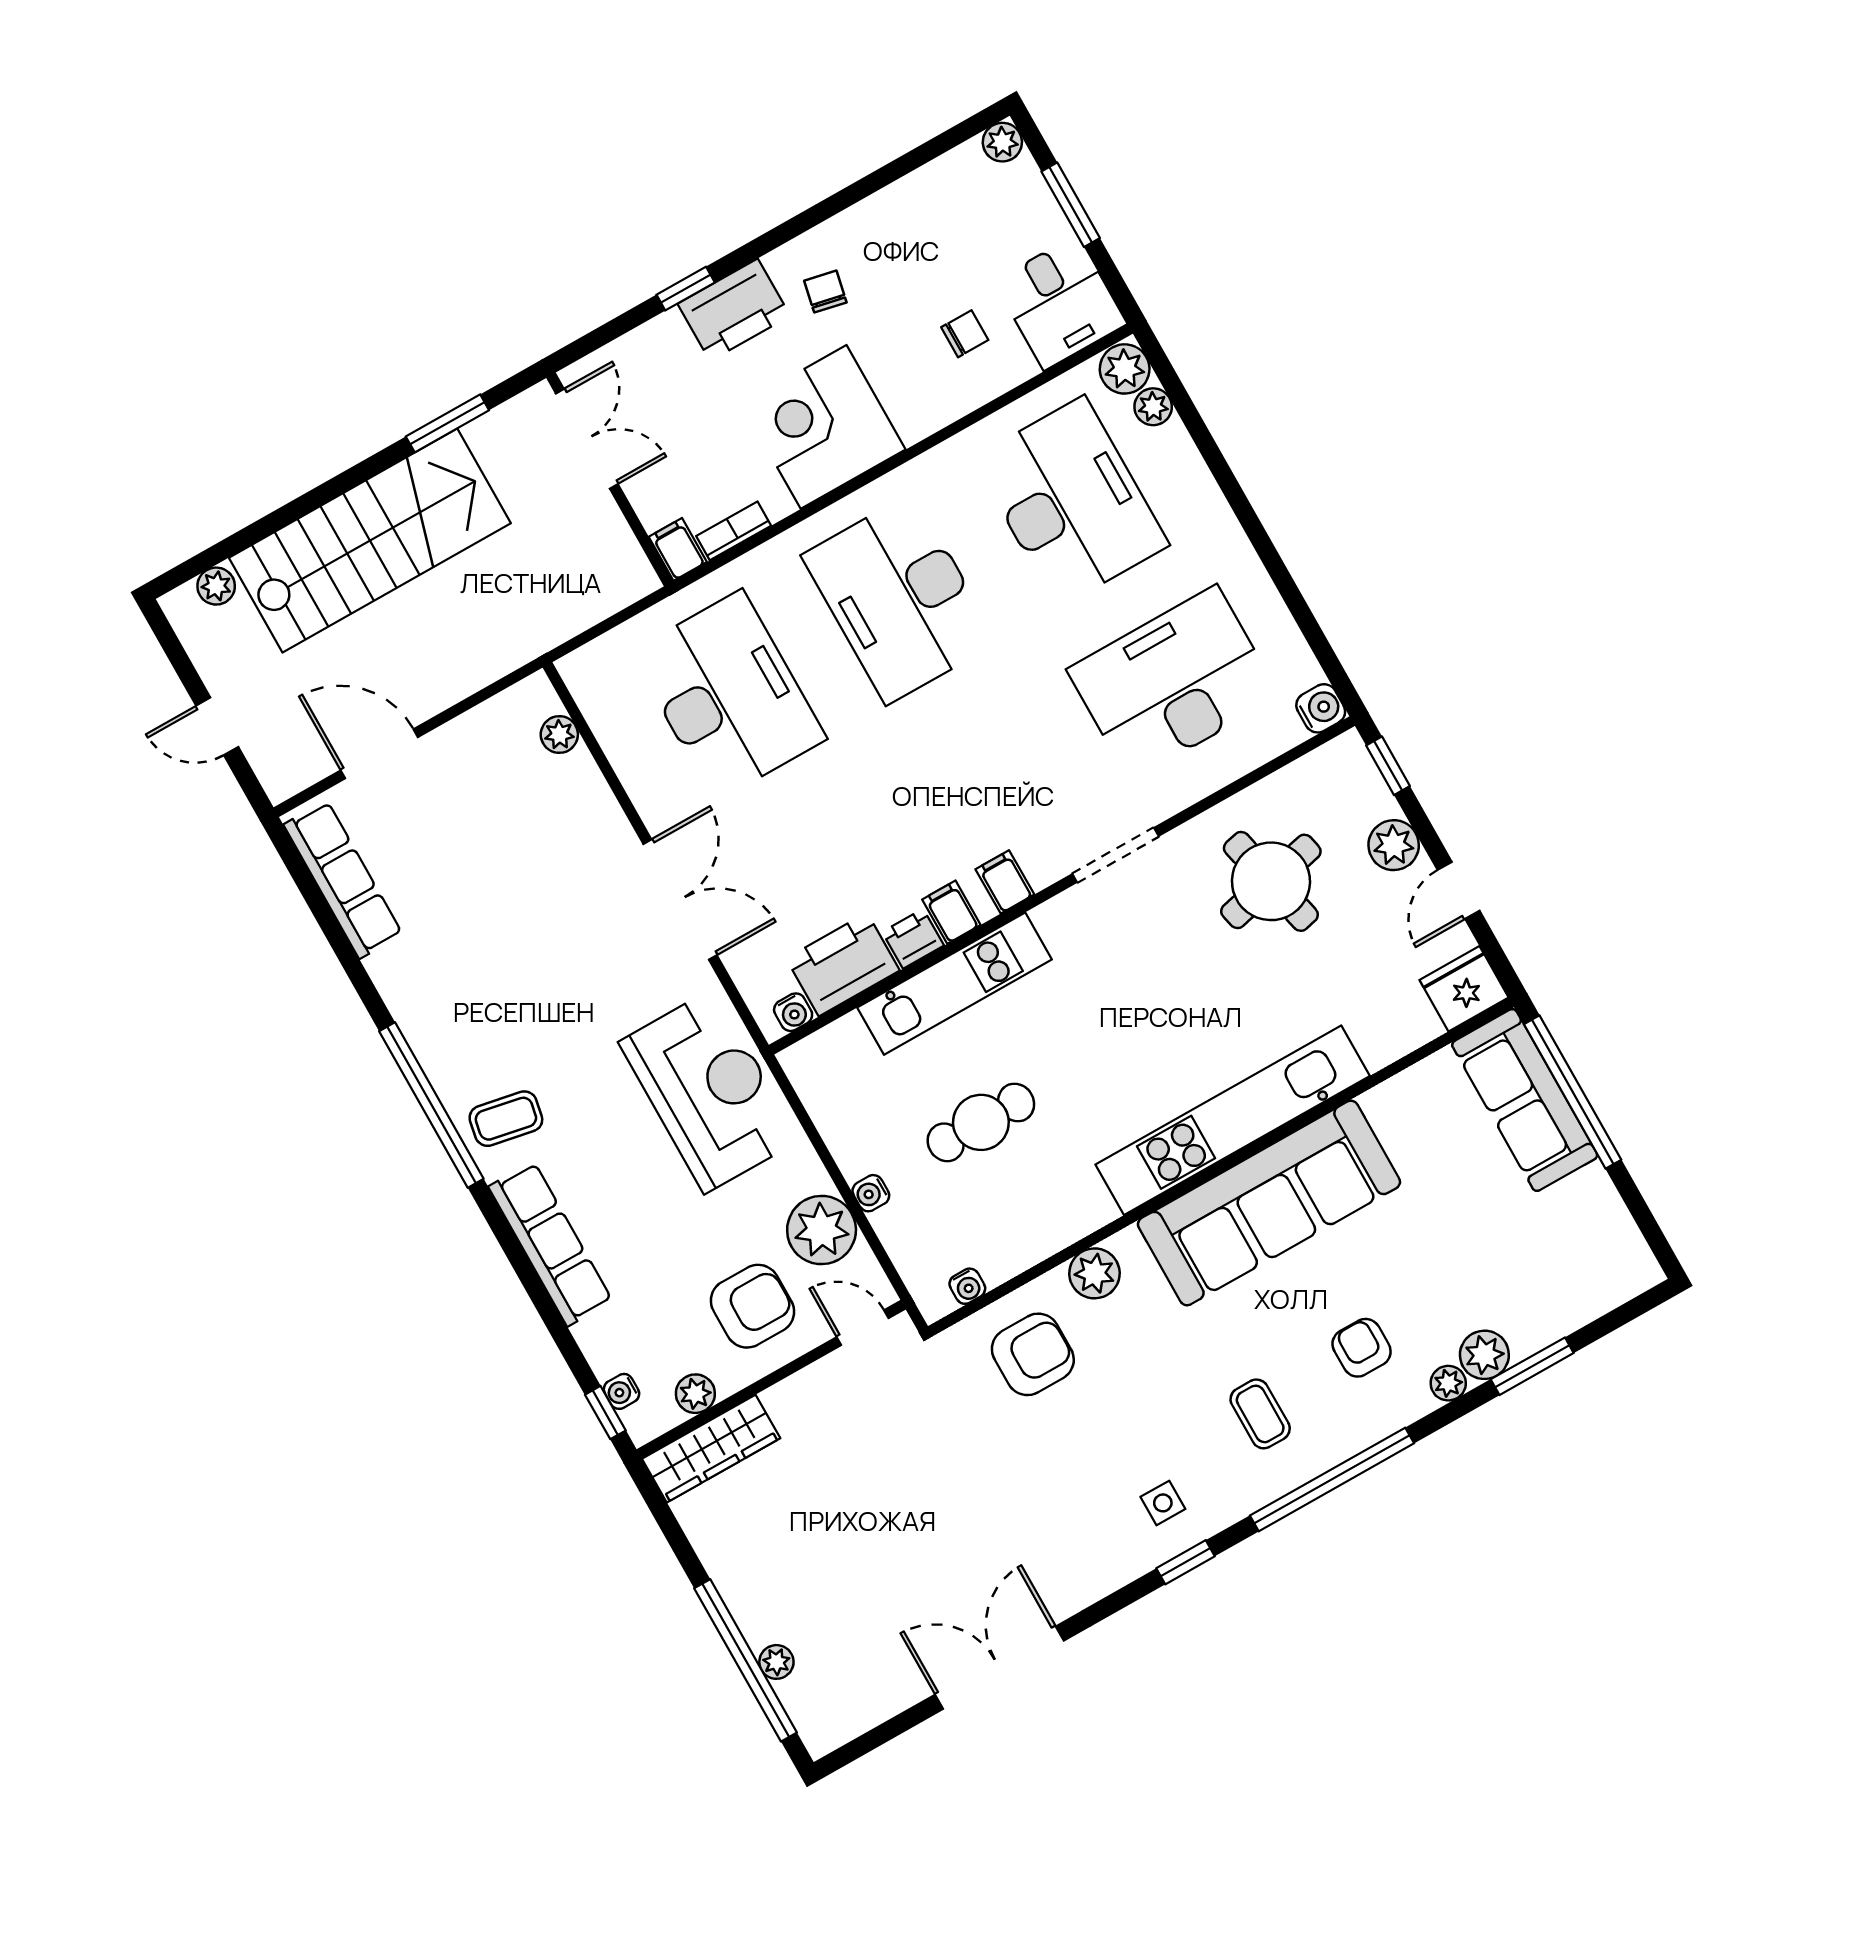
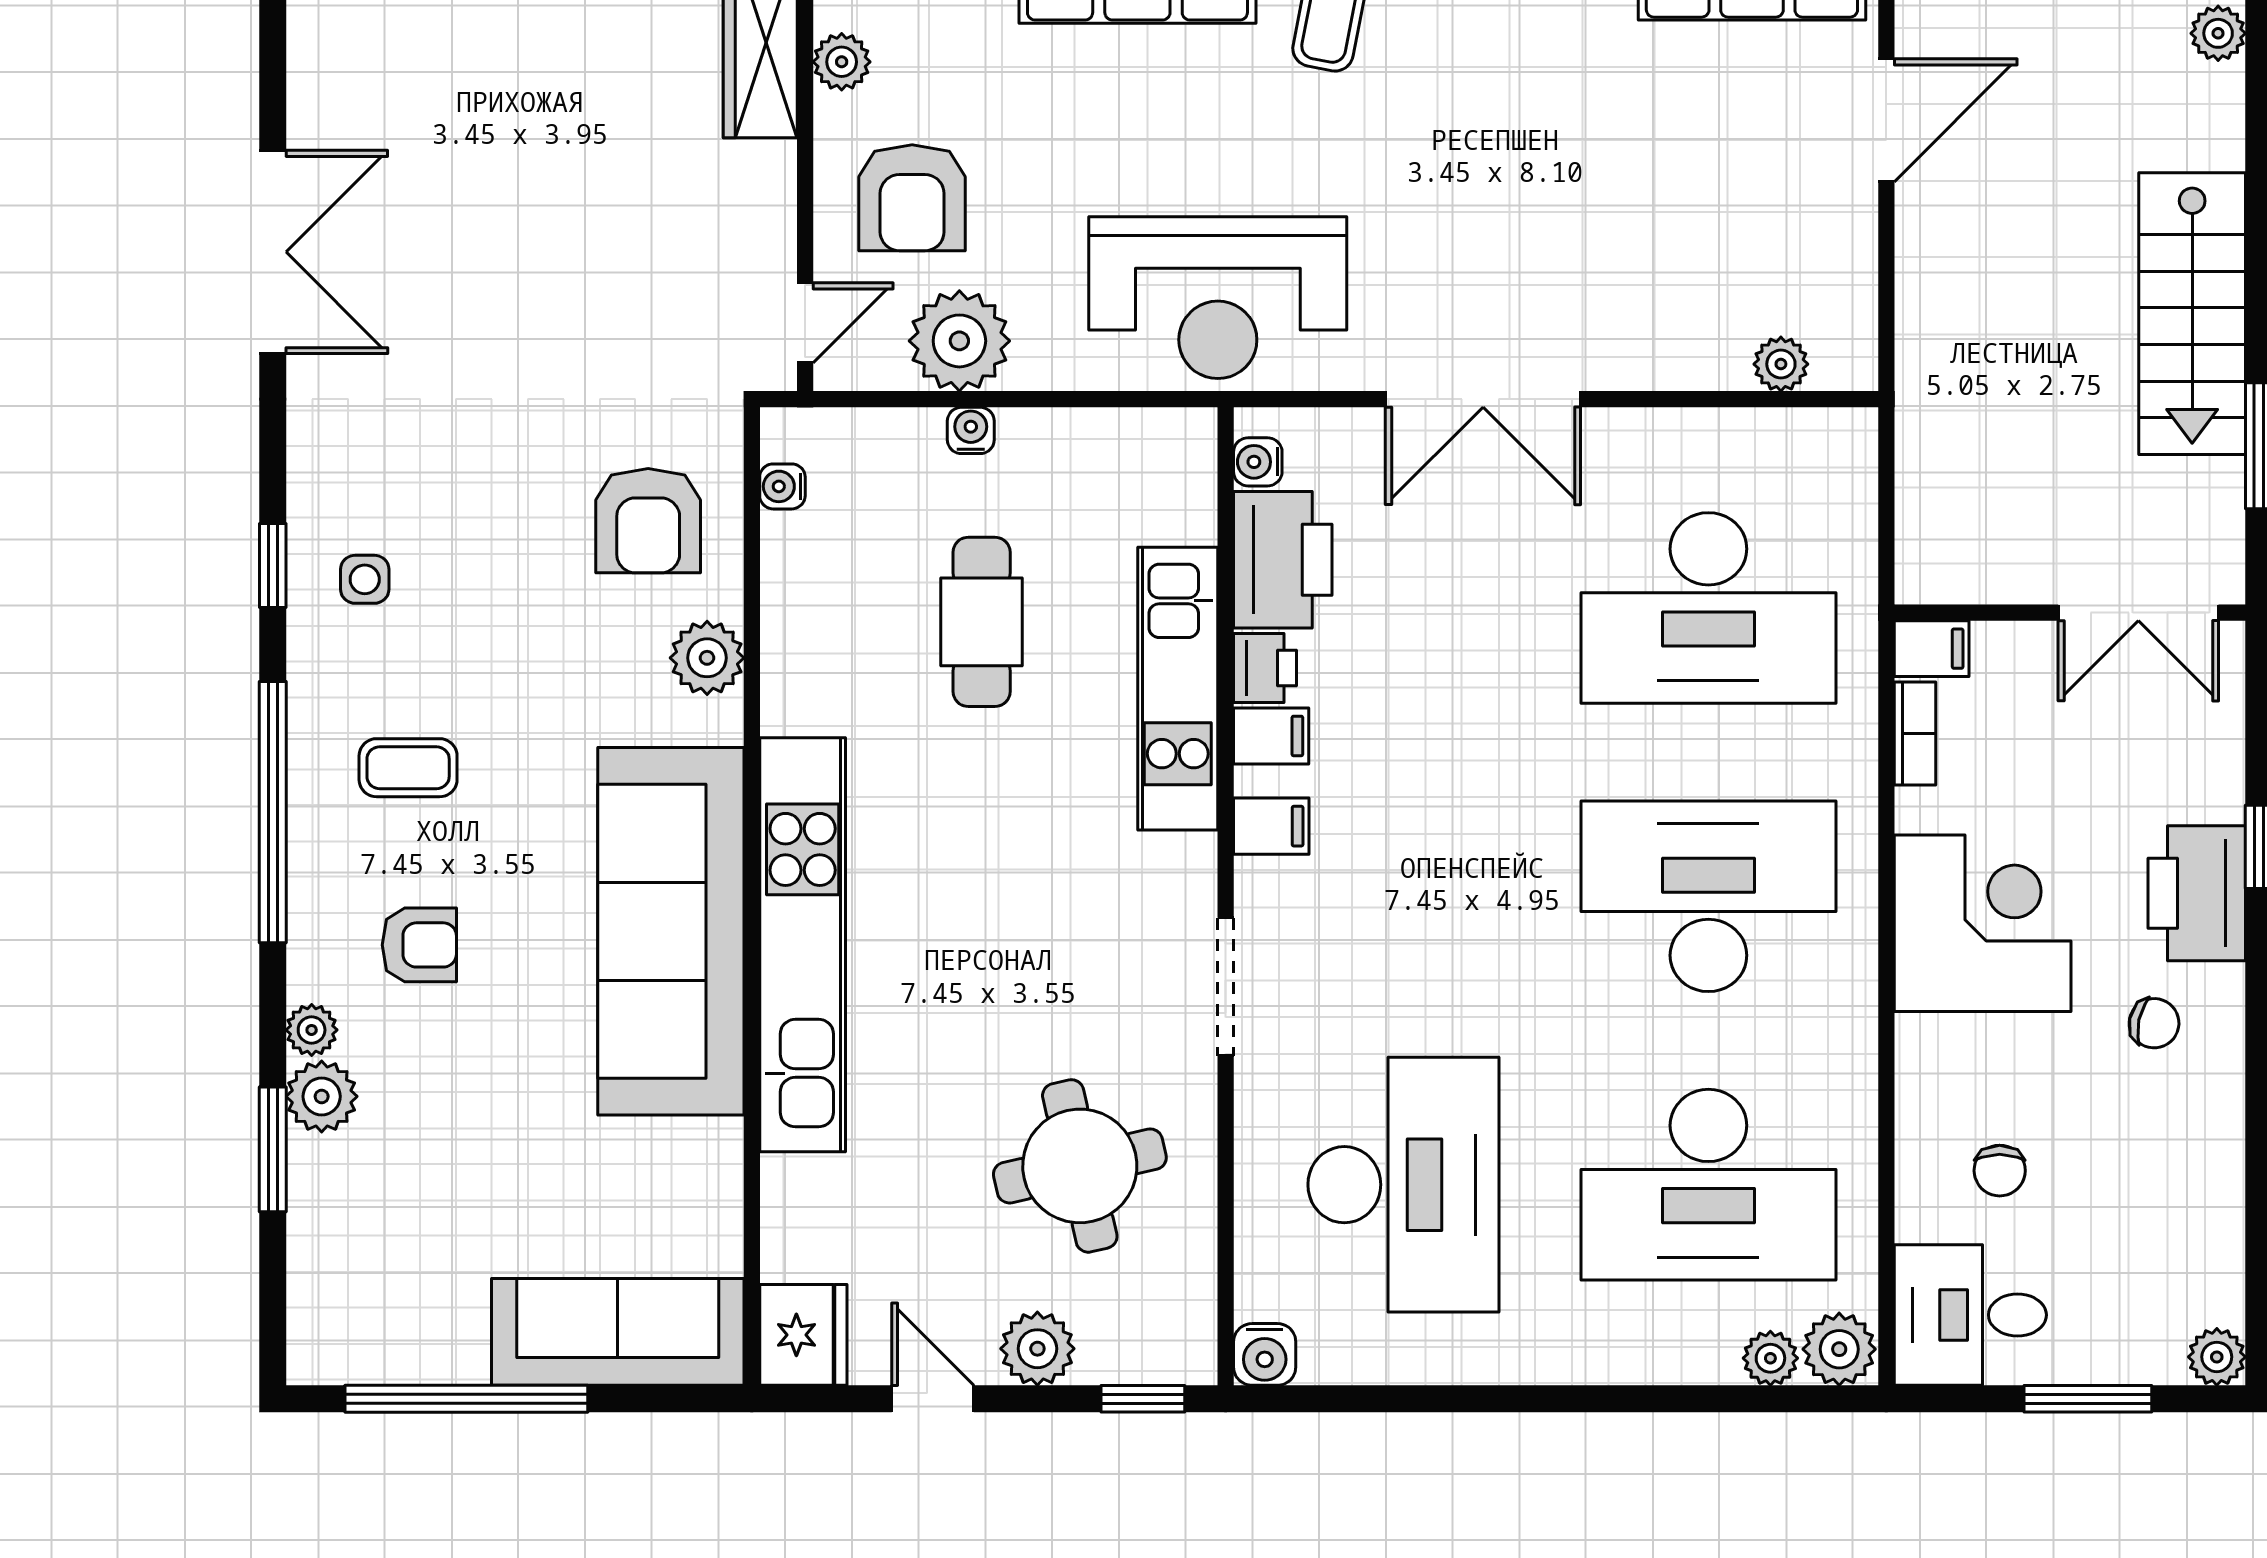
stairs: (370, 541) -> (2192, 314), width x0.73, depth x0.66
window: (1573, 1092) -> (466, 1399), moved

